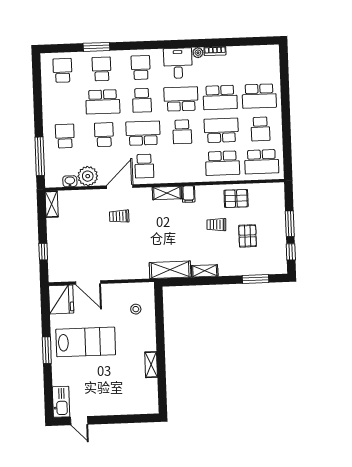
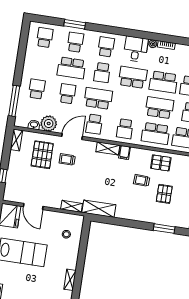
school desk: (182, 132) -> (125, 129), moved
pallet: (87, 216) -> (42, 155), added
shelving: (205, 271) -> (72, 206), moved

